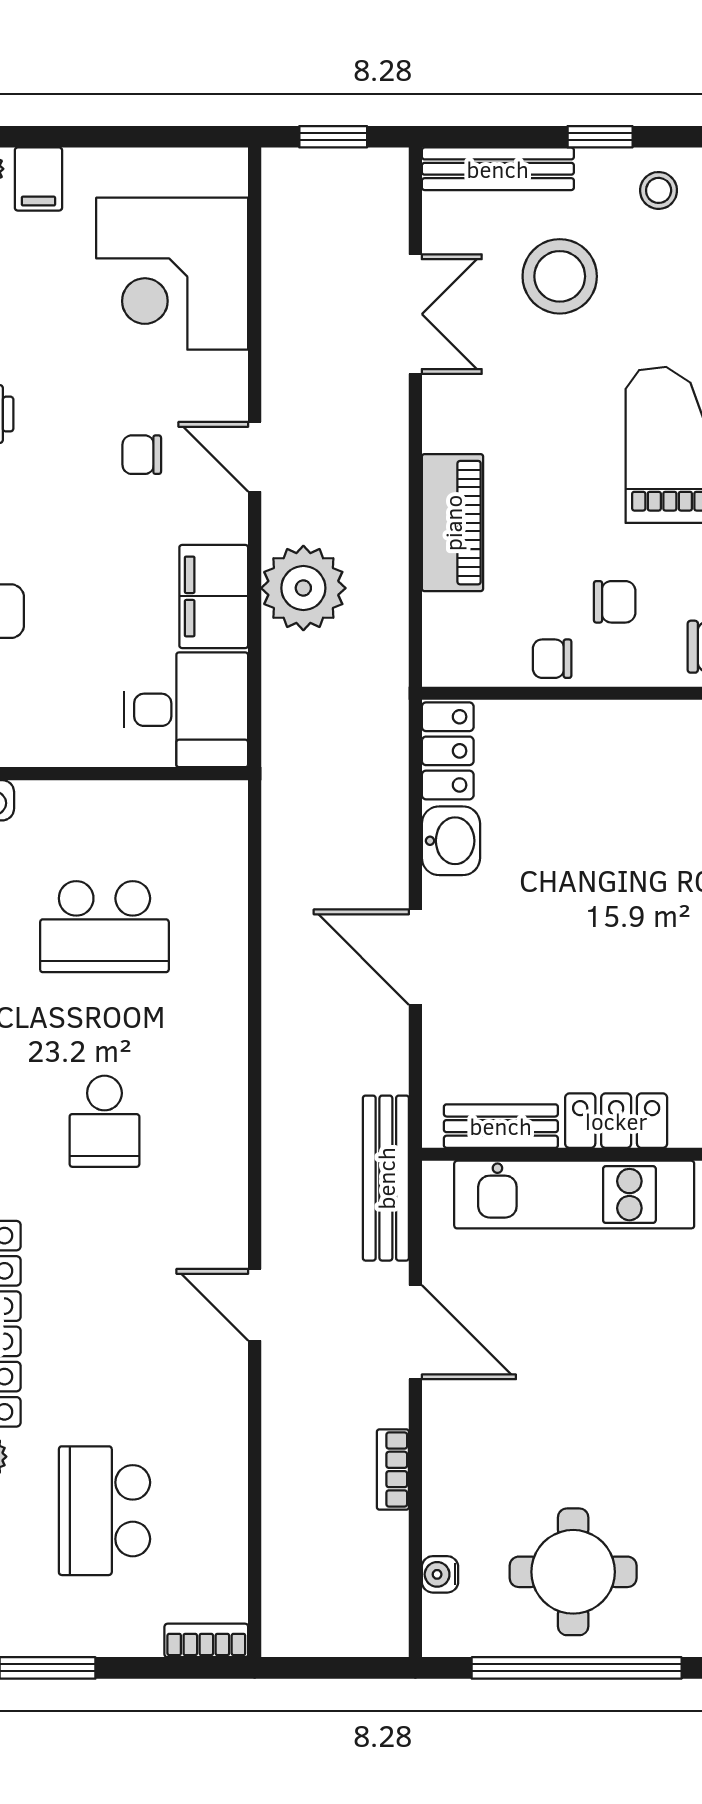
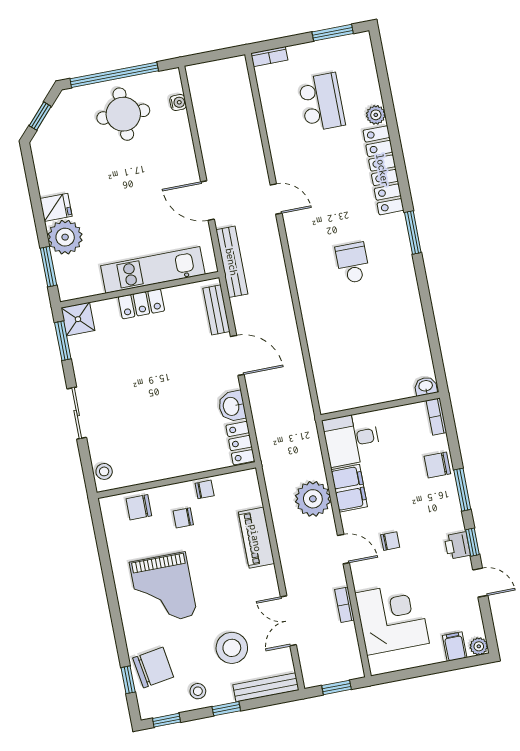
school desk: (104, 927) -> (368, 343), removed
bench: (501, 1126) -> (216, 310), moved, turned 90
bookcase: (393, 1469) -> (345, 605), moved, turned 180

